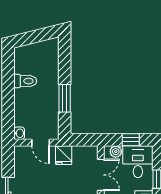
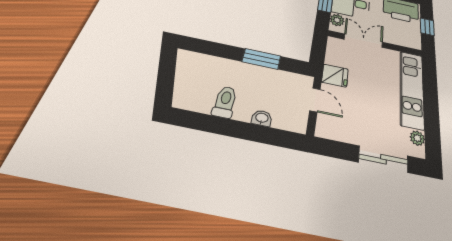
washbasin: (19, 133) -> (262, 118), moved
door: (41, 143) -> (315, 100), hinge flipped

